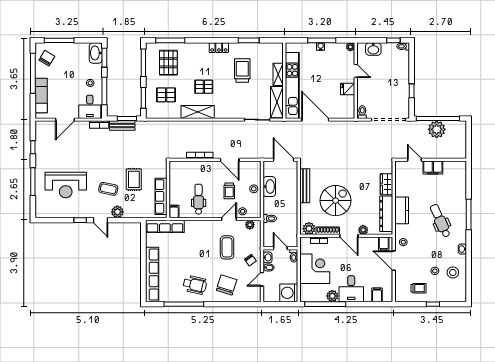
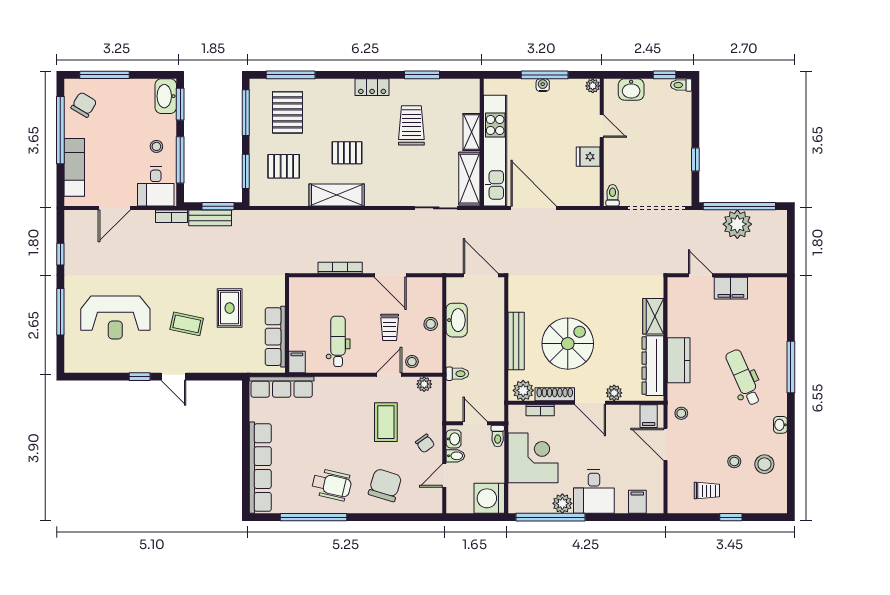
bench: (305, 186) -> (516, 341), moved
plant: (117, 212) -> (202, 362), removed

